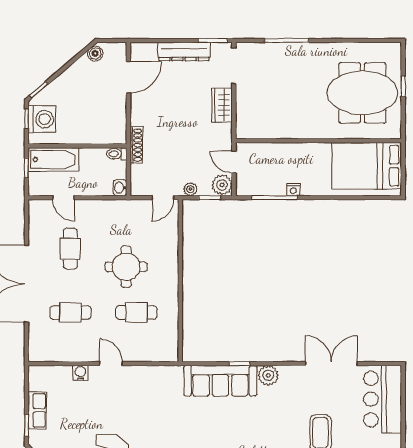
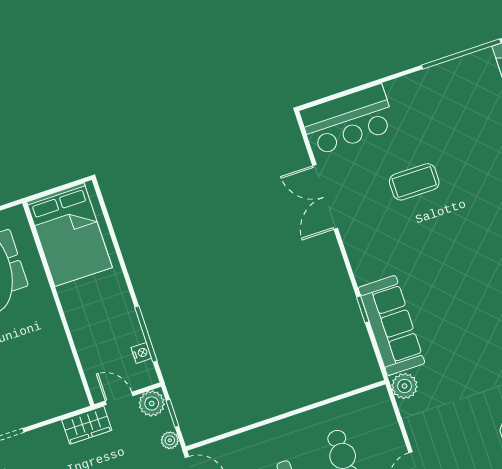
wardrobe: (222, 105) -> (87, 425), moved
door: (234, 162) -> (119, 398), swing flipped
nightstand: (293, 190) -> (141, 353), moved
plant: (268, 375) -> (405, 386), moved

